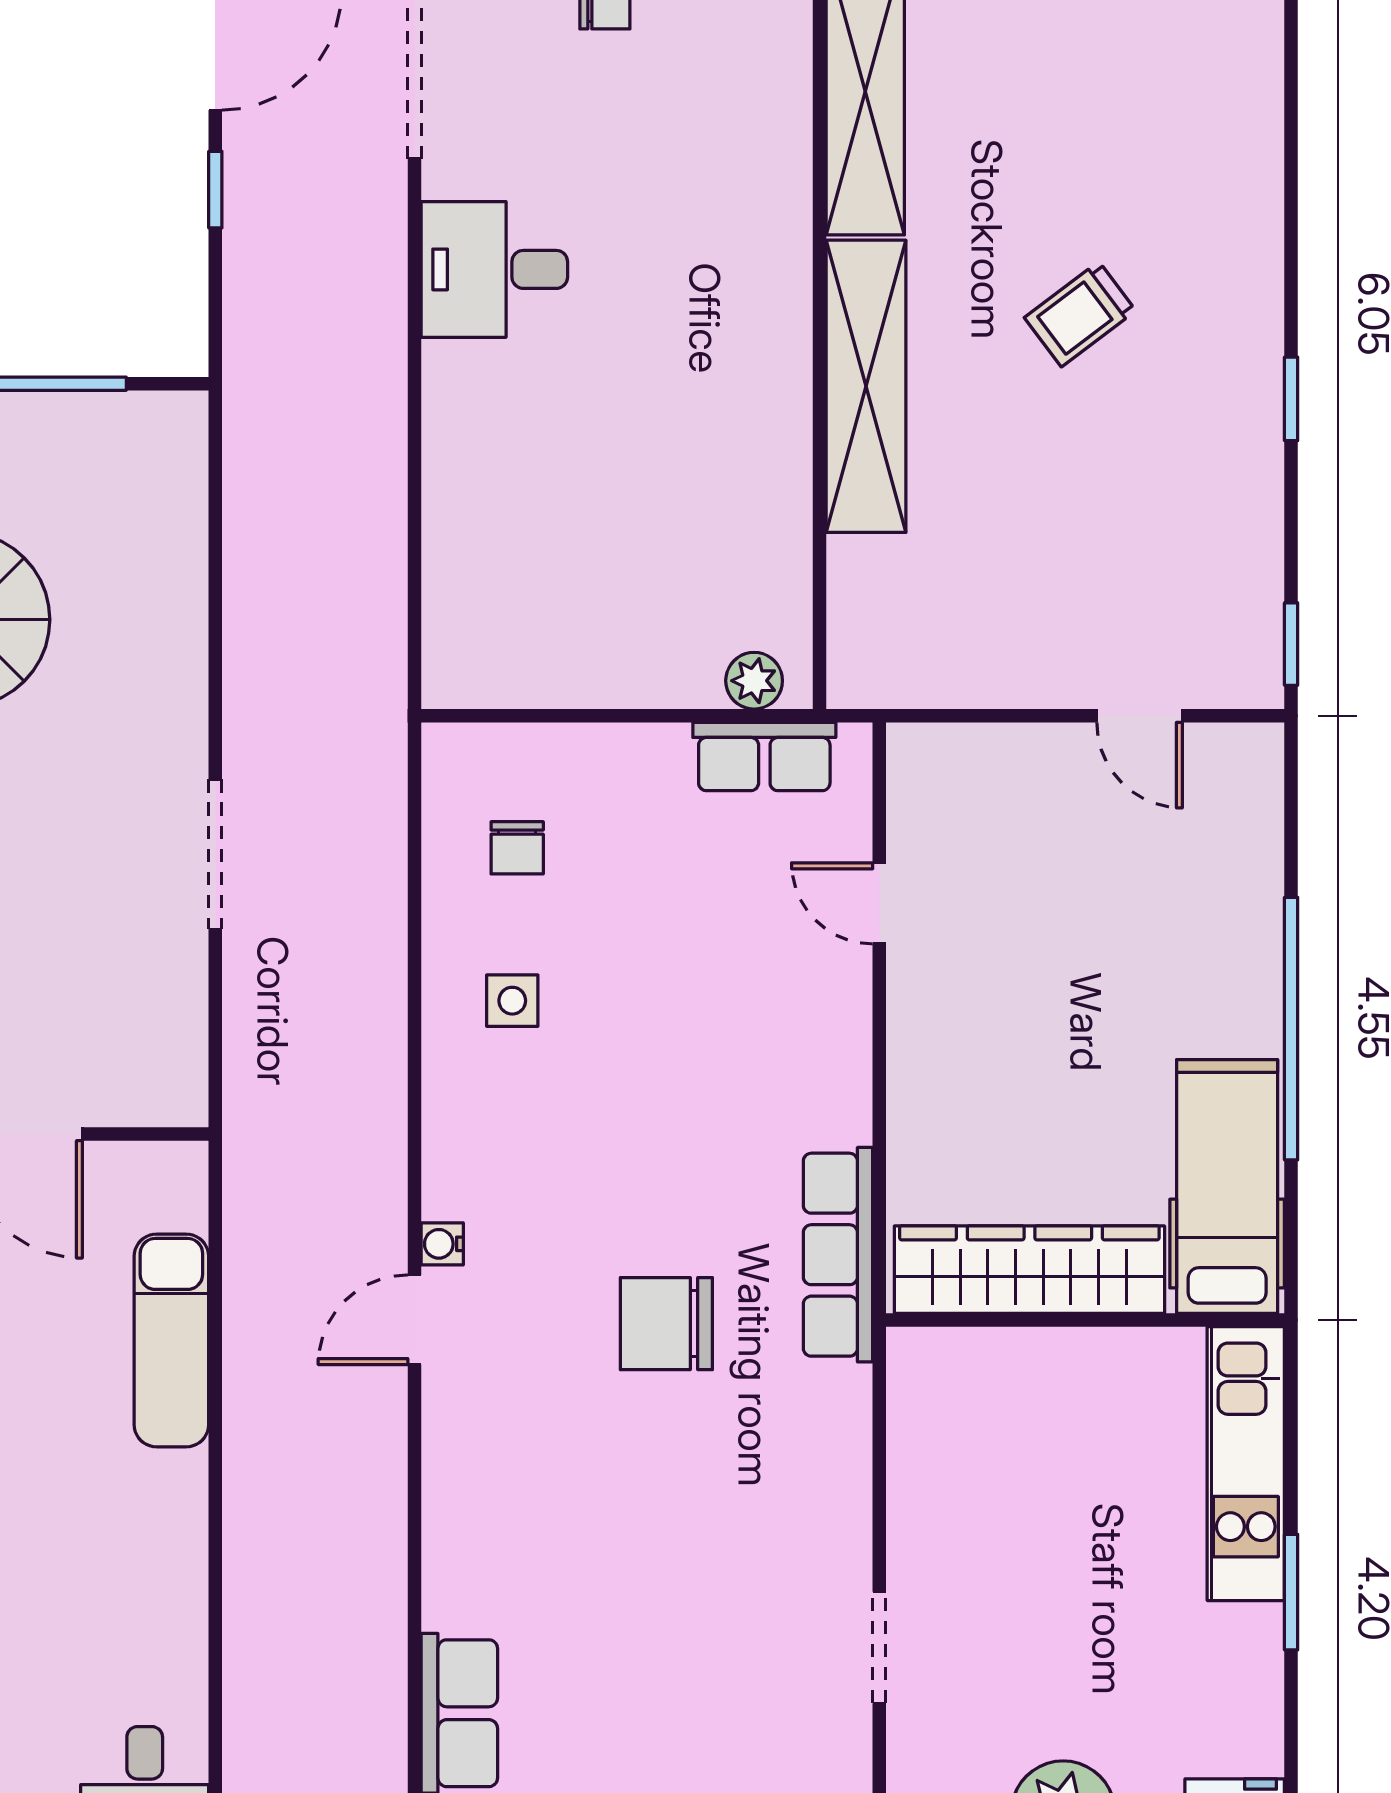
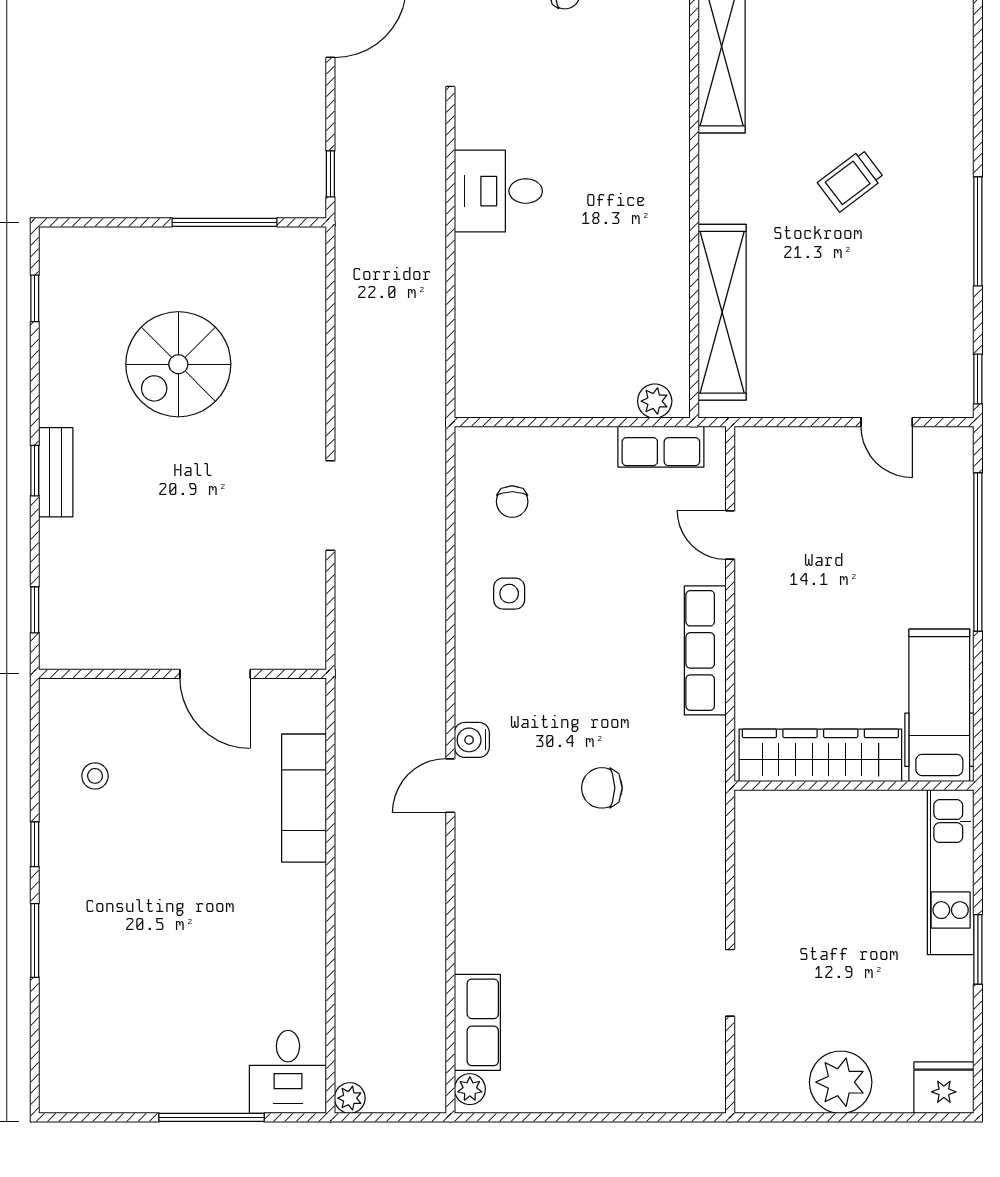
window: (215, 190) -> (330, 174), moved
desk: (494, 269) -> (498, 191), moved
shelving: (866, 386) -> (722, 312), moved
window: (1291, 399) -> (978, 231), width x2.17
window: (1291, 1029) -> (978, 552), moved
water cooler: (442, 1244) -> (472, 740), width x1.38, depth x1.38
row of seats: (838, 1255) -> (705, 650), moved
chair: (666, 1324) -> (602, 788), width x0.73, depth x0.73

